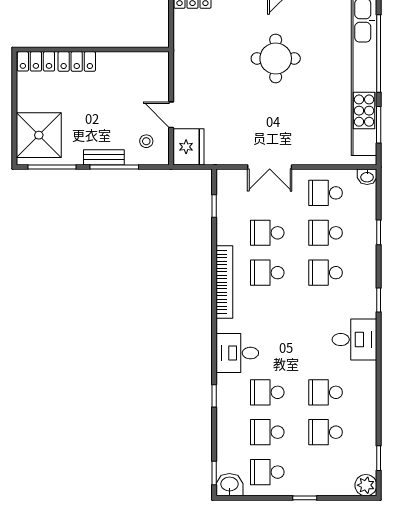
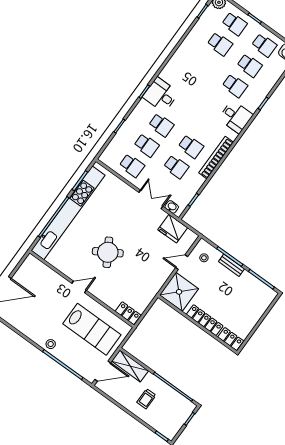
round table: (276, 58) -> (108, 252), turned -31
locker: (77, 61) -> (205, 320), width x1.53
door: (171, 115) -> (182, 262), swing flipped
shower: (39, 135) -> (179, 292), moved
fridge: (188, 147) -> (173, 229), moved, turned -90
washbasin: (367, 177) -> (172, 207), moved
desk: (354, 340) -> (161, 95), moved
school desk: (326, 392) -> (235, 24), moved

